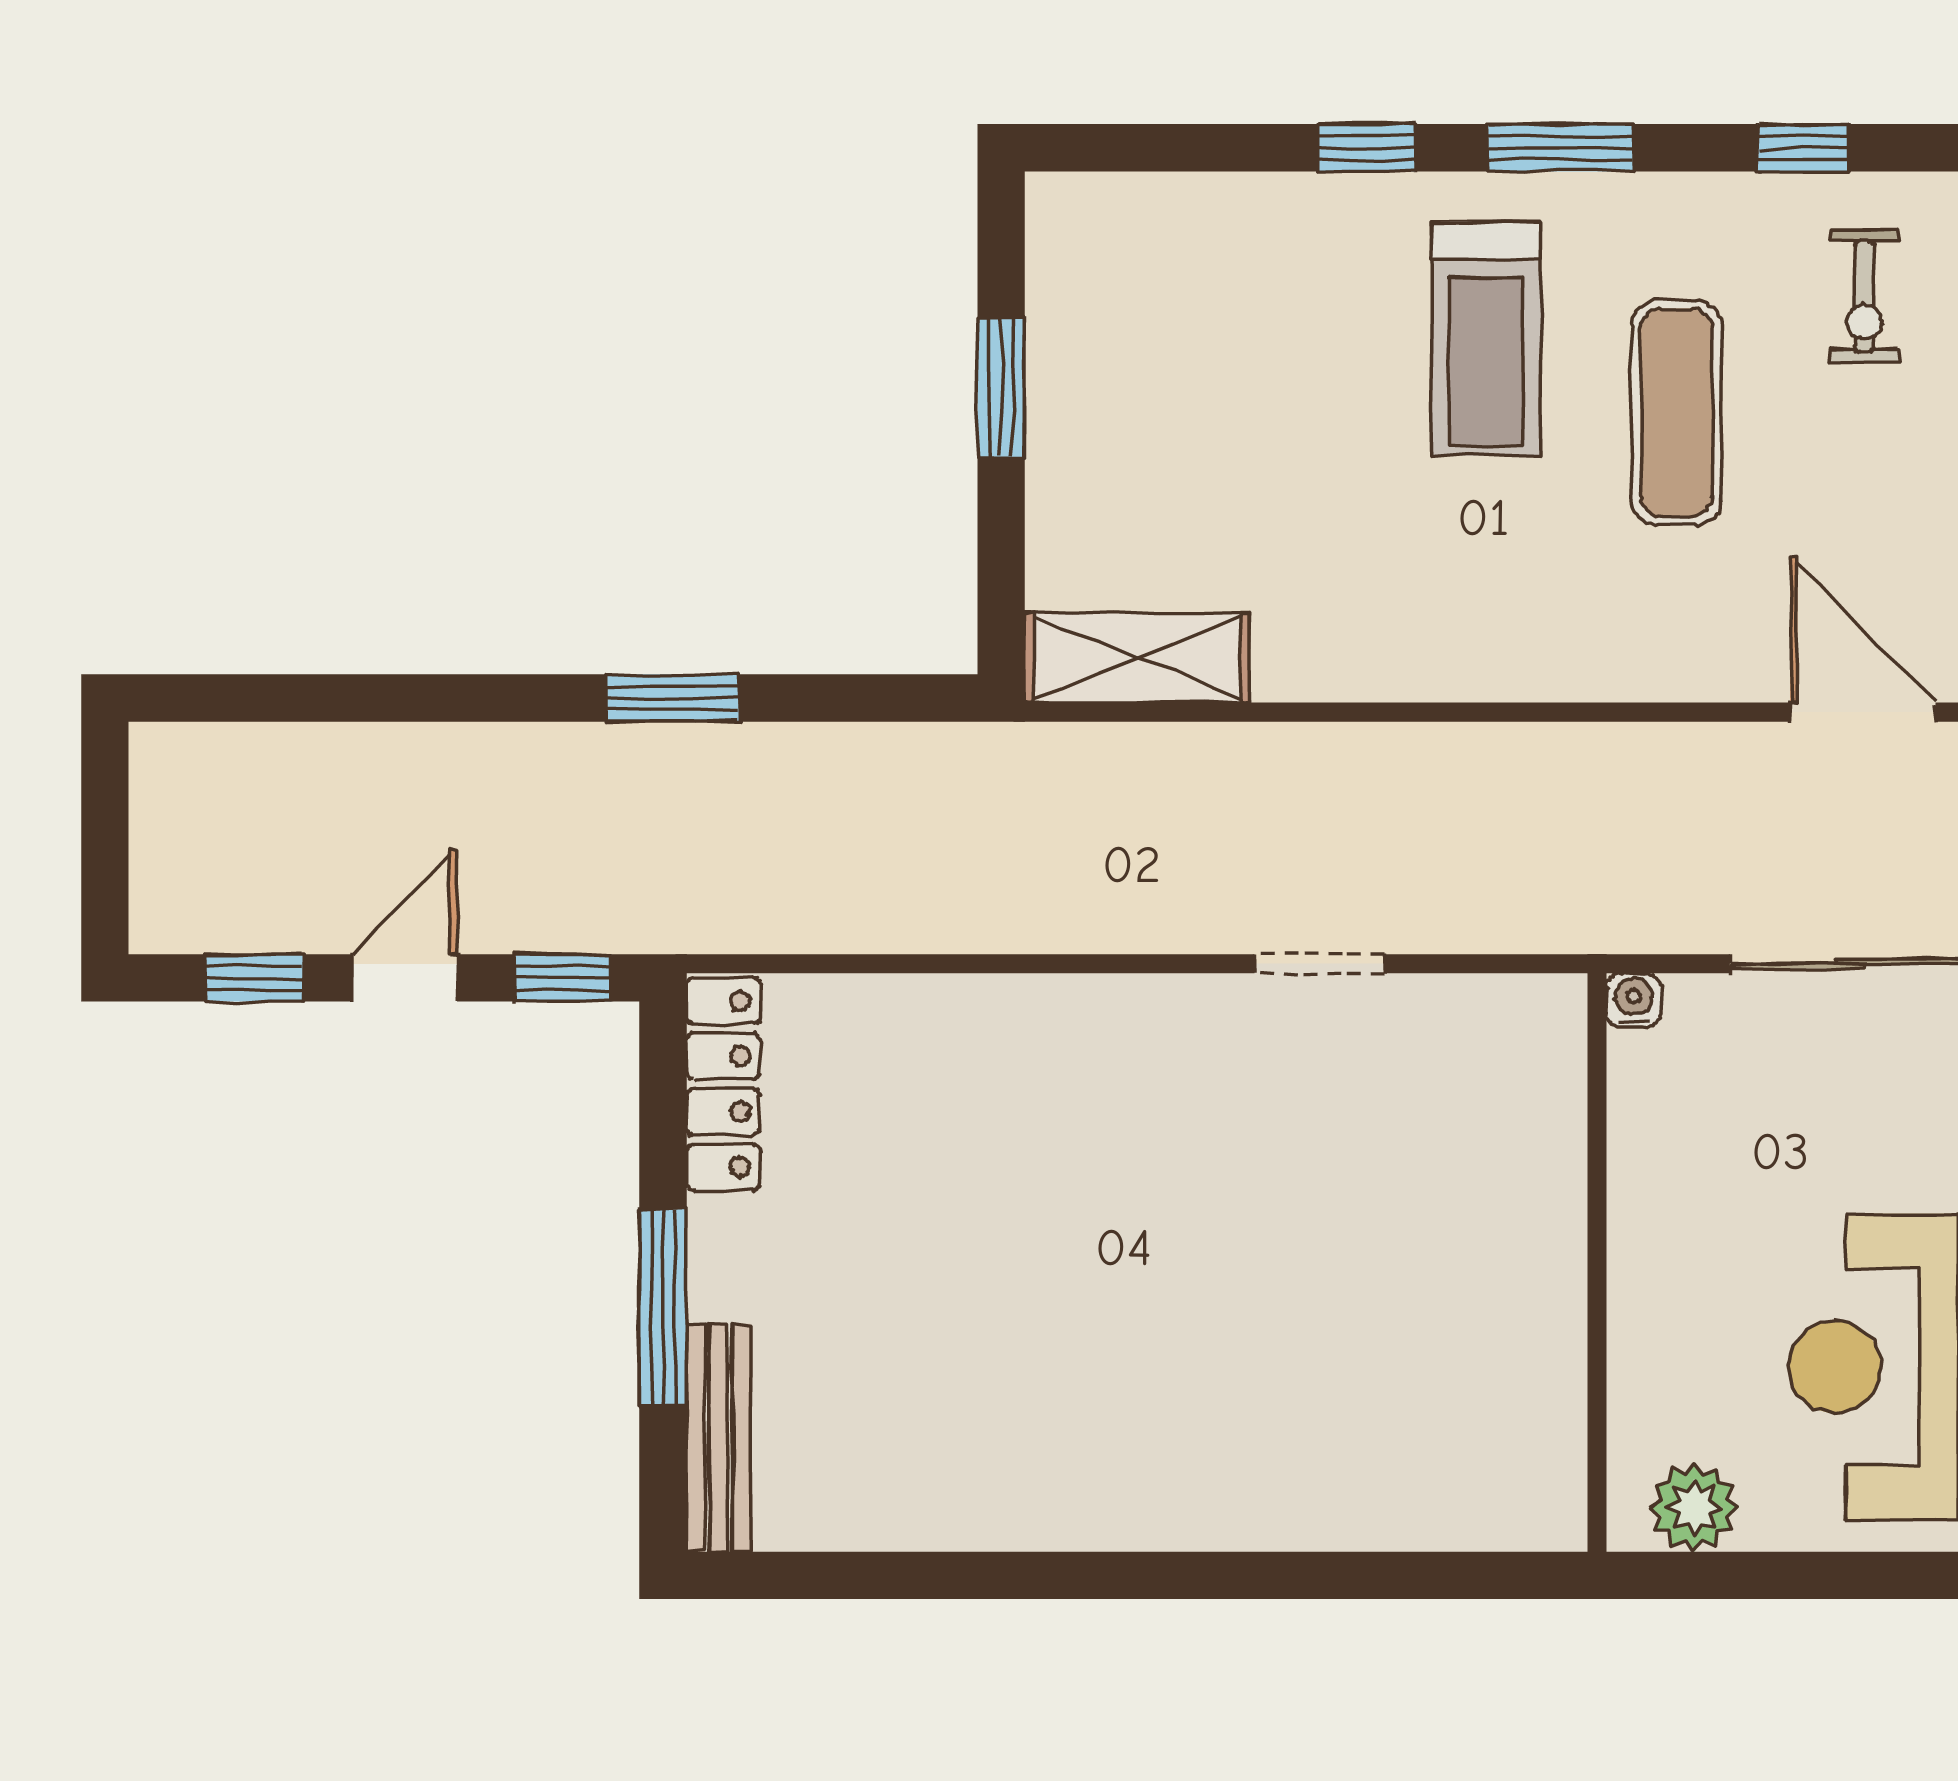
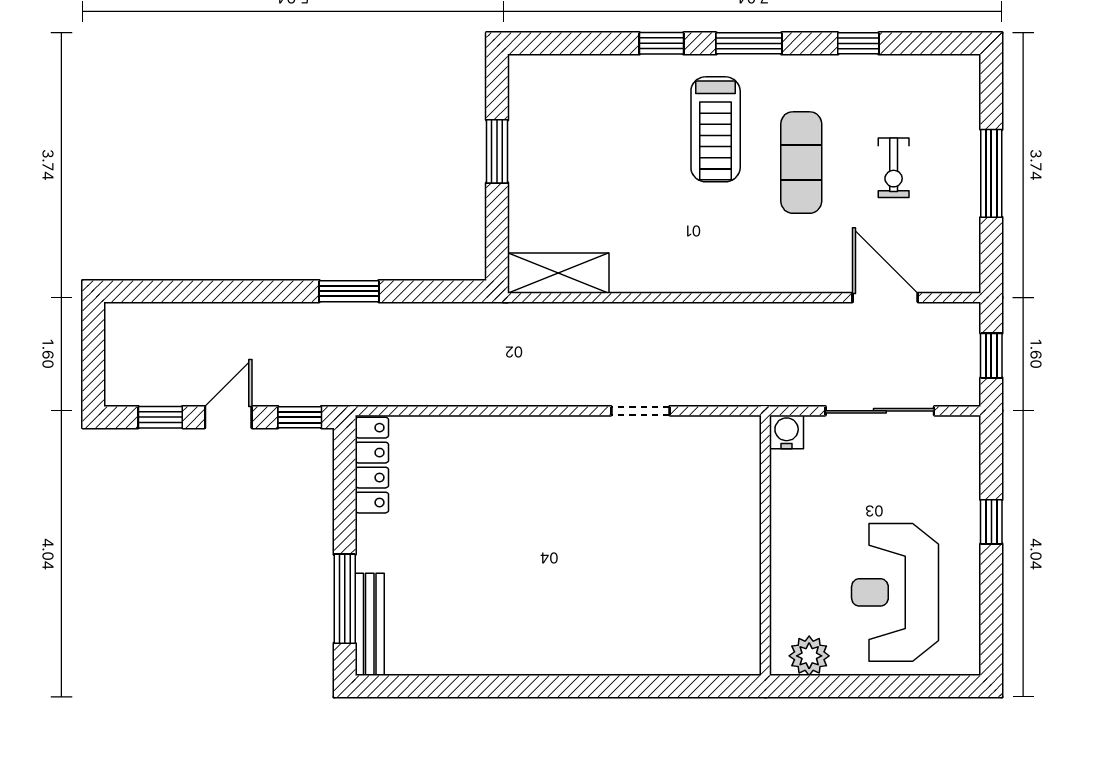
exercise bike: (1864, 296) -> (894, 168), moved
water cooler: (1634, 1000) -> (787, 432), width x1.38, depth x1.38
window: (663, 1308) -> (345, 599), moved

